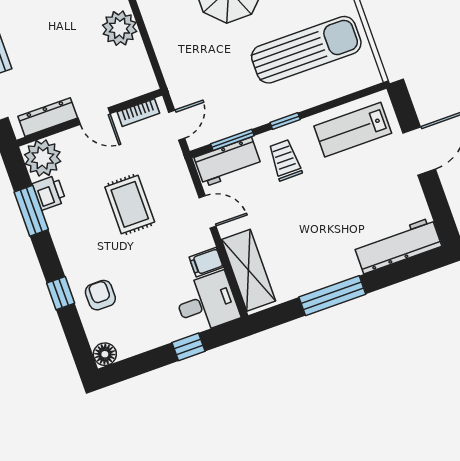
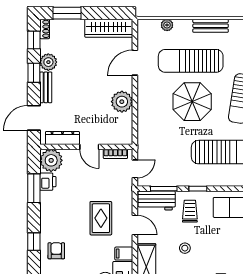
rug: (130, 204) -> (101, 218), moved
stool: (298, 220) -> (185, 248), added

